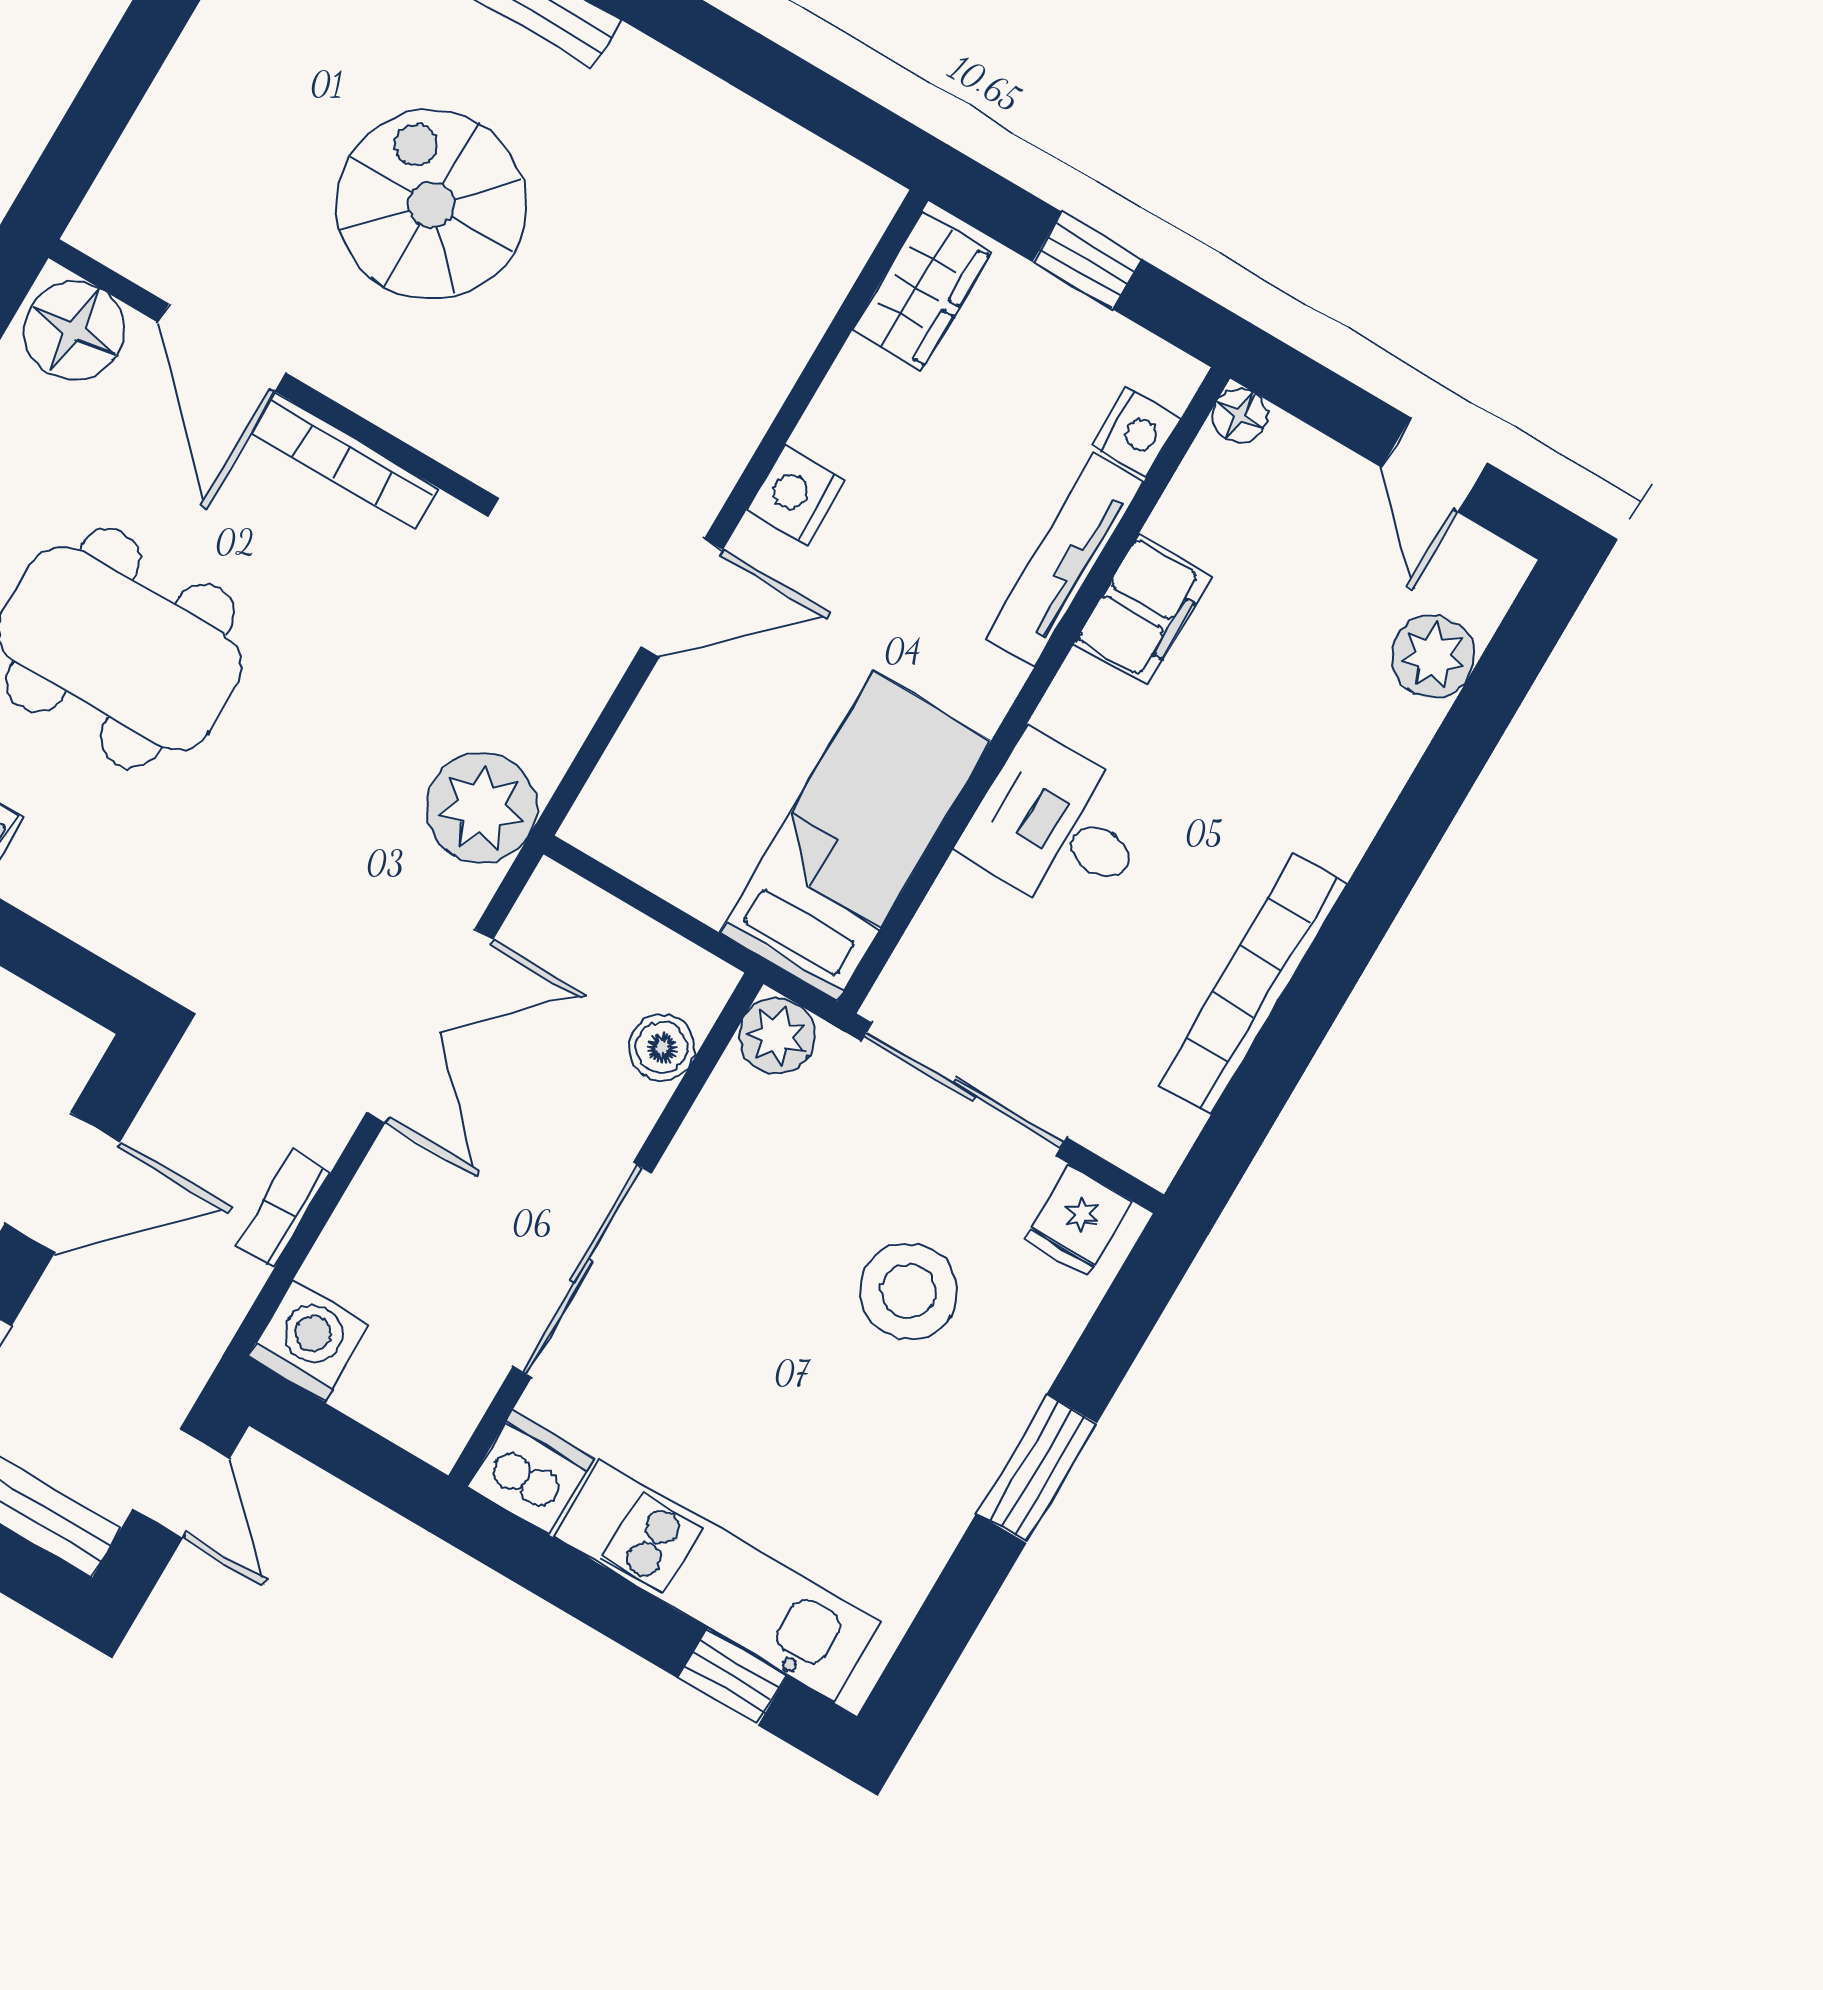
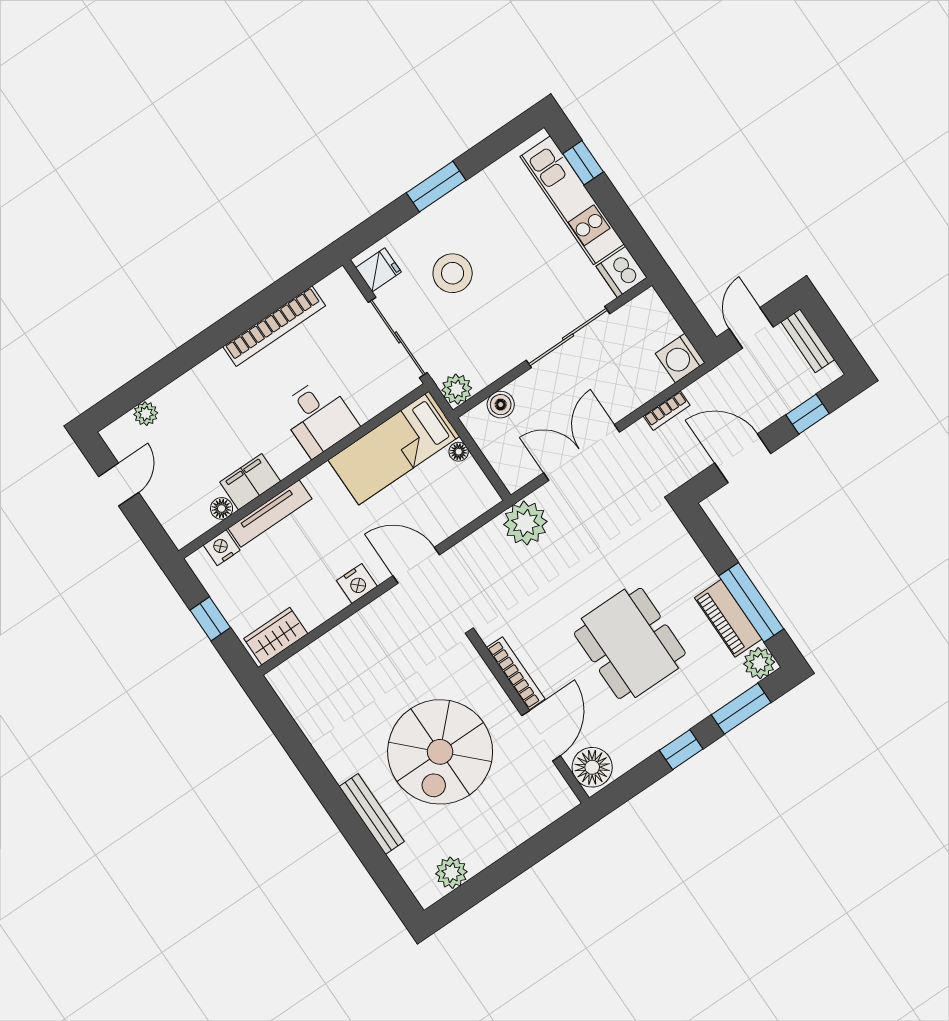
spiral stairs: (431, 205) -> (440, 752), width x1.37, depth x1.37
floor lamp: (1240, 416) -> (222, 508), moved
plant: (1433, 656) -> (146, 414), width x0.73, depth x0.73
floor lamp: (707, 897) -> (459, 452), added

